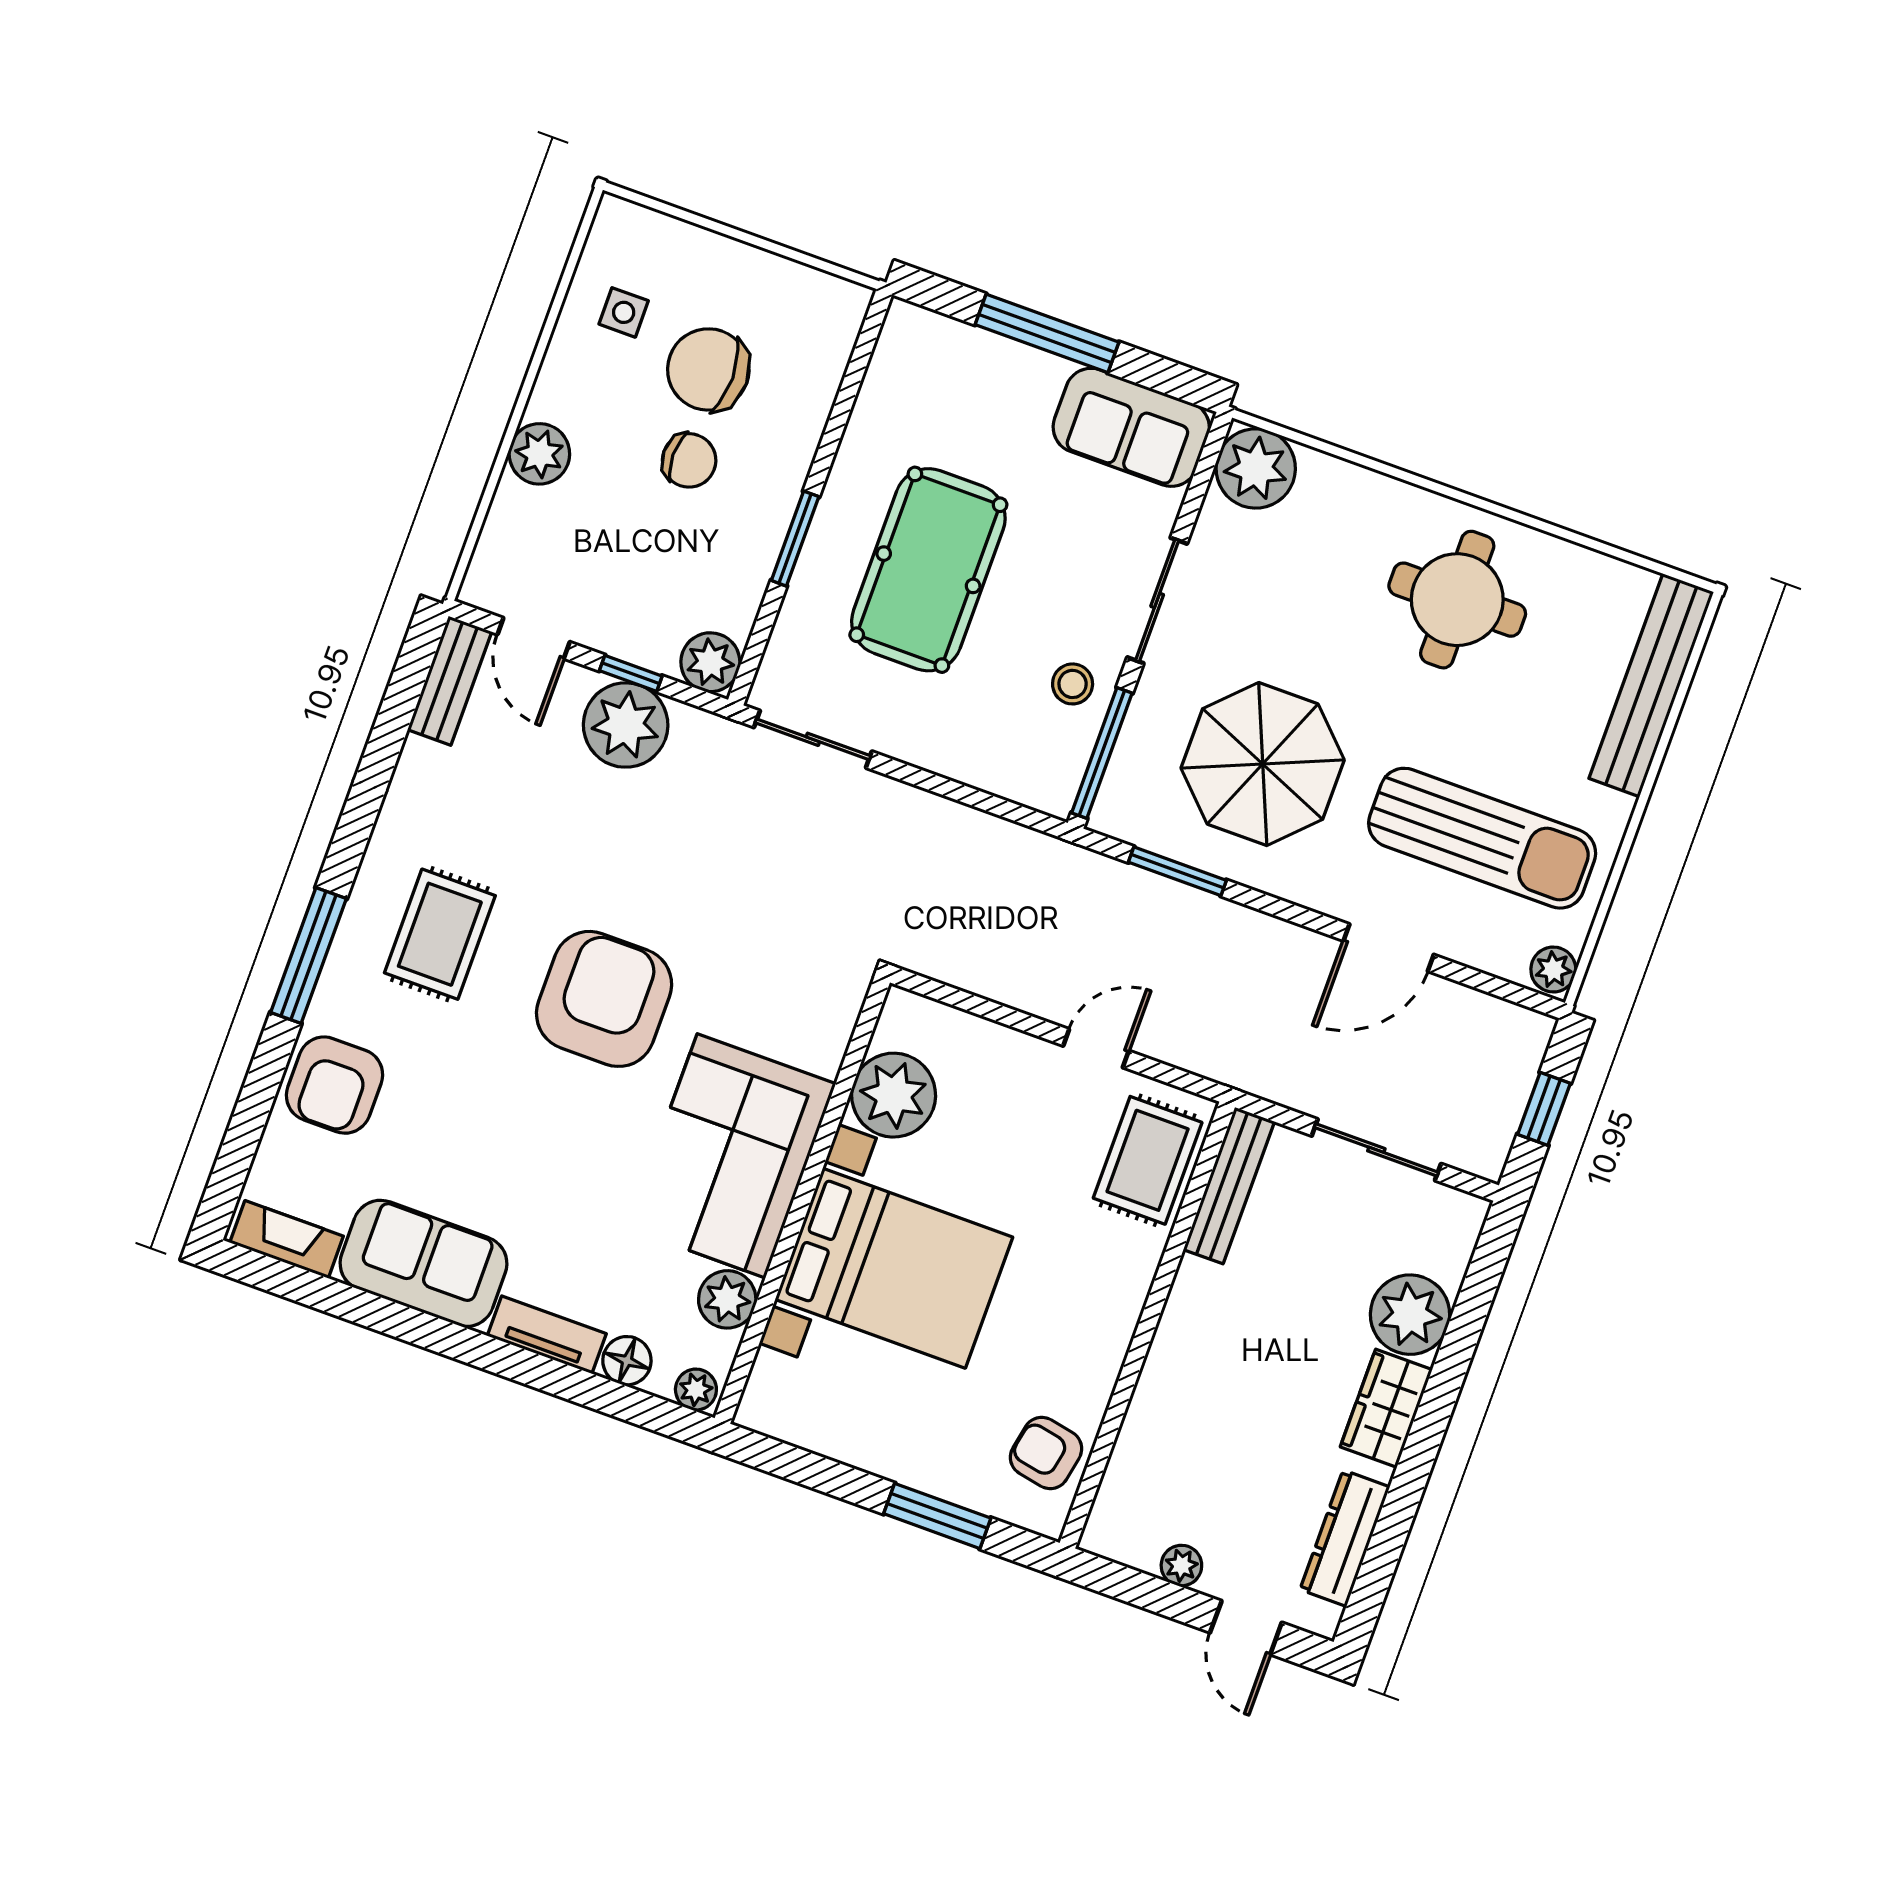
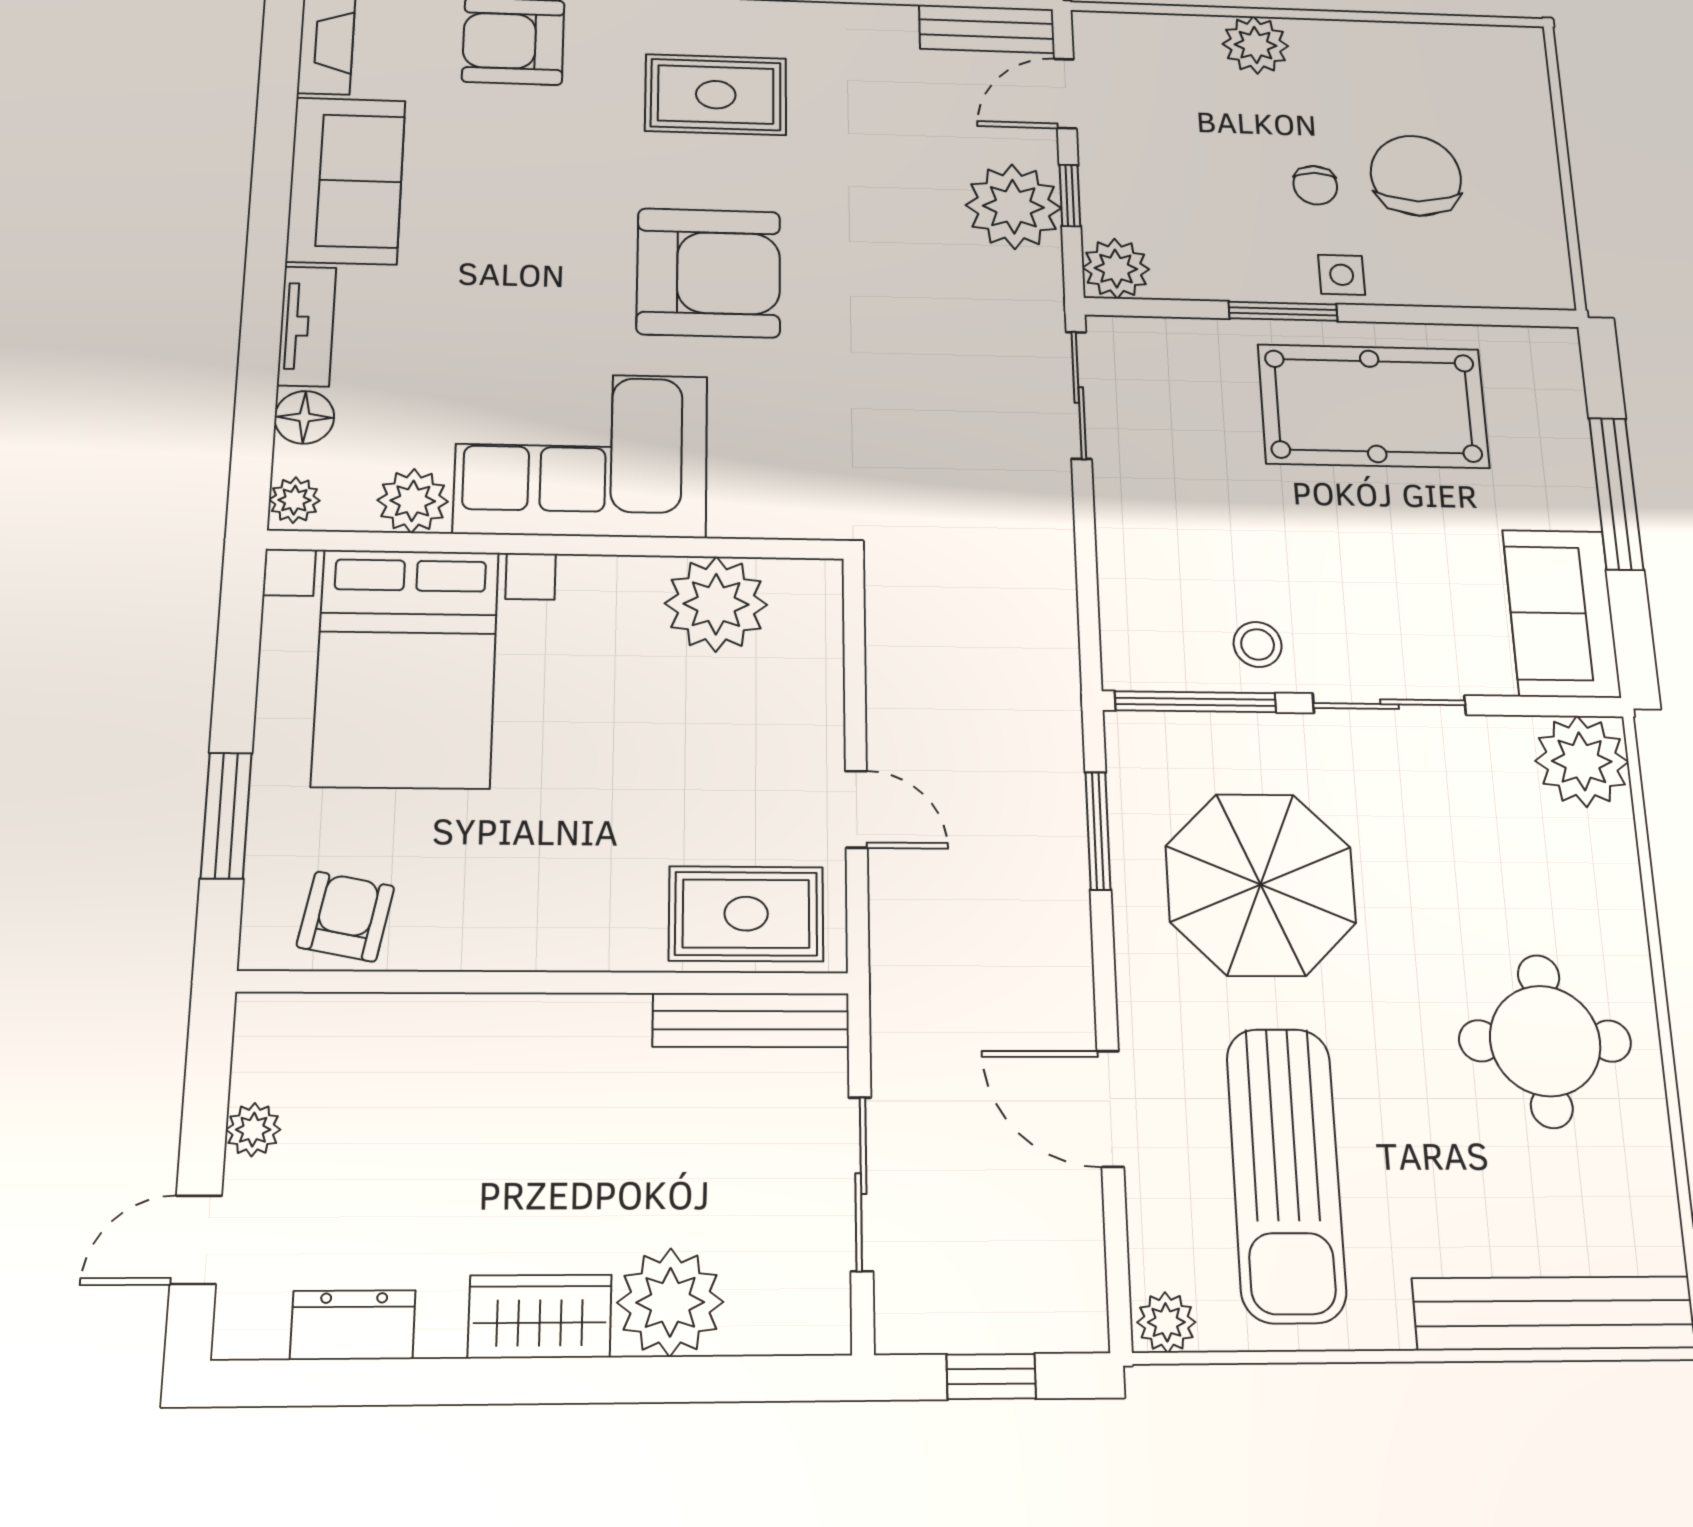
side table: (624, 312) -> (1342, 275), moved
chair: (689, 460) -> (1315, 185), width x0.73, depth x0.73
pool table: (928, 570) -> (1373, 406), moved
bed with nightstands: (894, 1268) -> (406, 668), moved
dresser: (1345, 1538) -> (353, 1325), width x0.70

